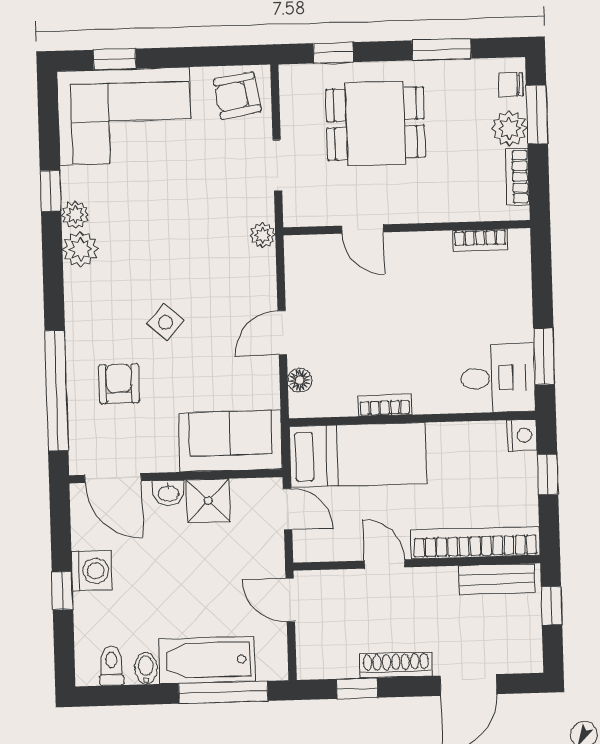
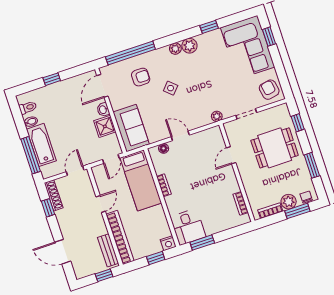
dining table: (375, 123) -> (275, 148), turned 90
plant: (75, 215) -> (175, 49), moved
washing machine: (92, 571) -> (63, 88), removed
shoe rack: (396, 665) -> (54, 195), moved

